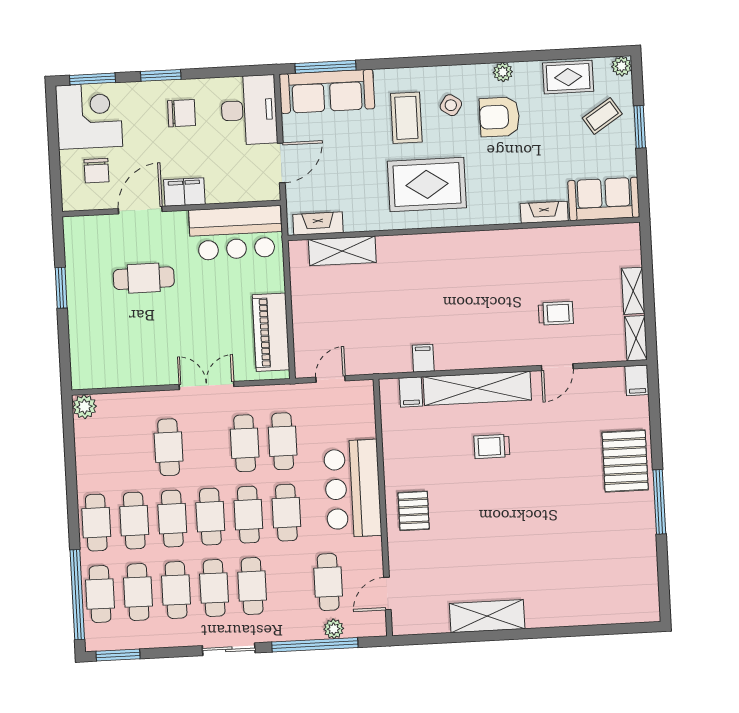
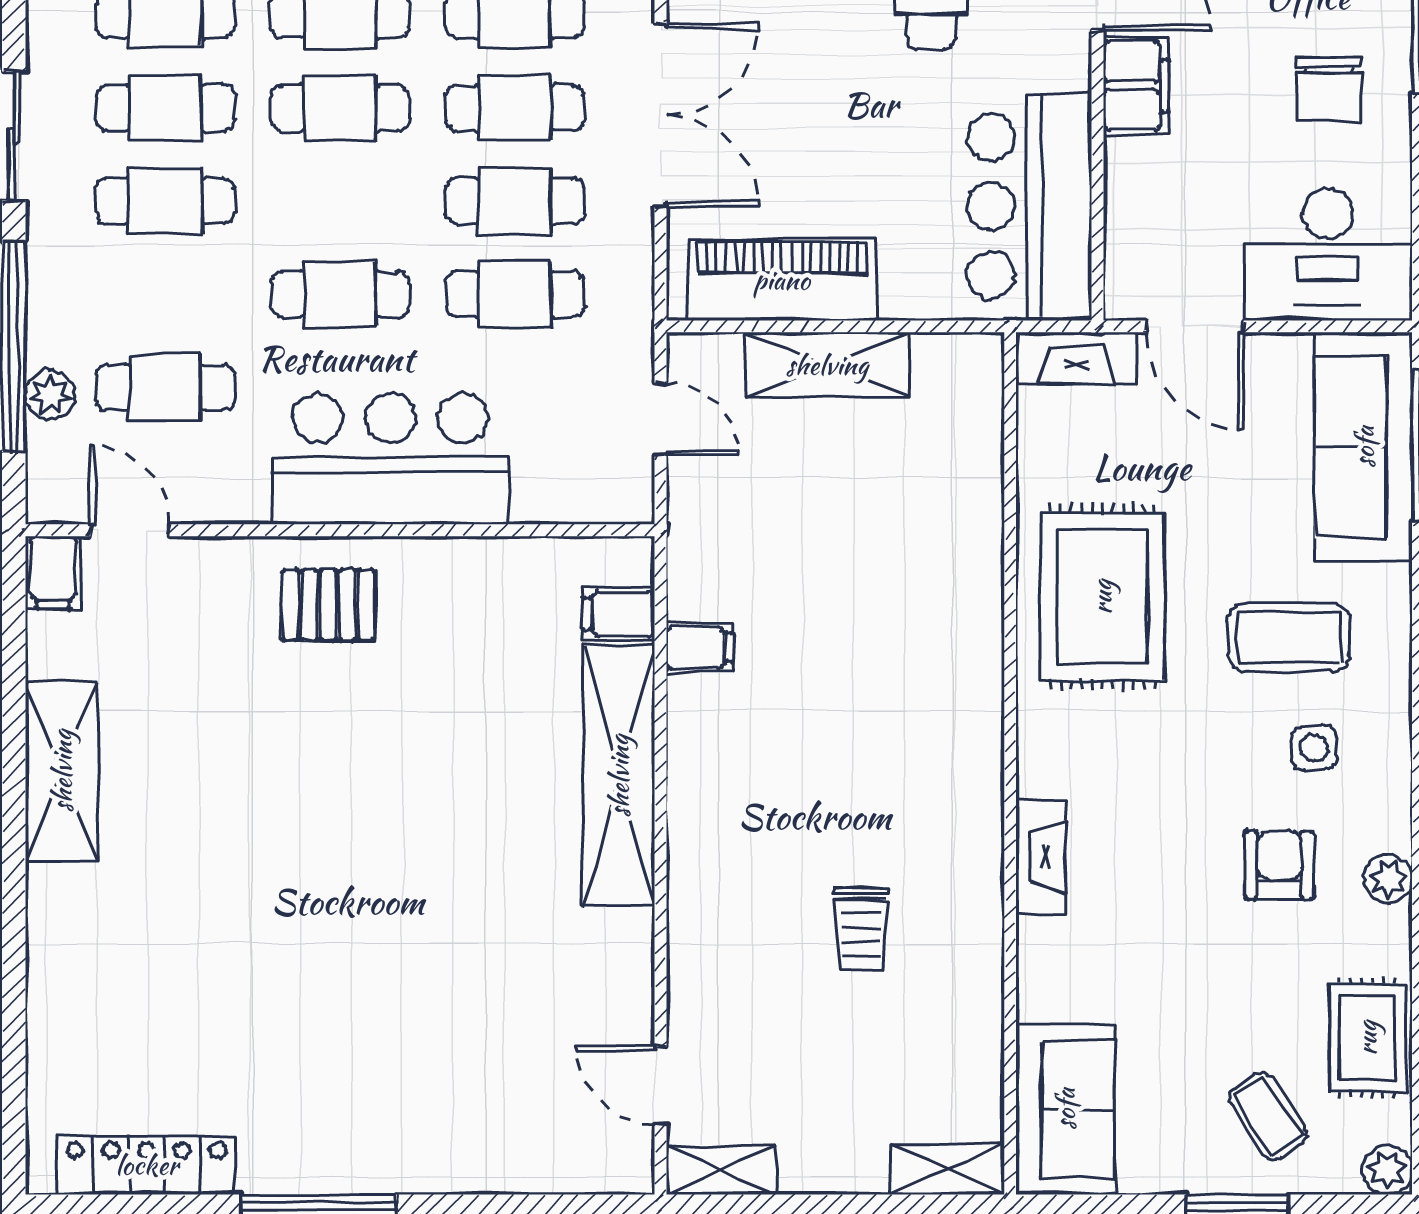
side table: (451, 105) -> (1314, 748), turned -37
armchair: (499, 117) -> (1279, 865), width x0.72, depth x0.72
rug: (427, 184) -> (1102, 597), moved
fireplace: (544, 212) -> (1040, 857), moved
fireplace: (318, 224) -> (1076, 358), moved, turned 90
shelving: (342, 251) -> (827, 365), moved, turned 90
shelving: (633, 291) -> (948, 1169), moved
trolley: (556, 313) -> (861, 929), moved
door: (557, 367) -> (661, 1085), moved
filing cabinet: (637, 380) -> (53, 573), moved, turned -90
double door: (206, 386) -> (661, 115), width x1.37
trolley: (492, 446) -> (475, 804), removed
pallet: (625, 461) -> (423, 1128), removed
cafe table: (248, 515) -> (515, 108), moved
locker: (646, 573) -> (147, 1165), added

